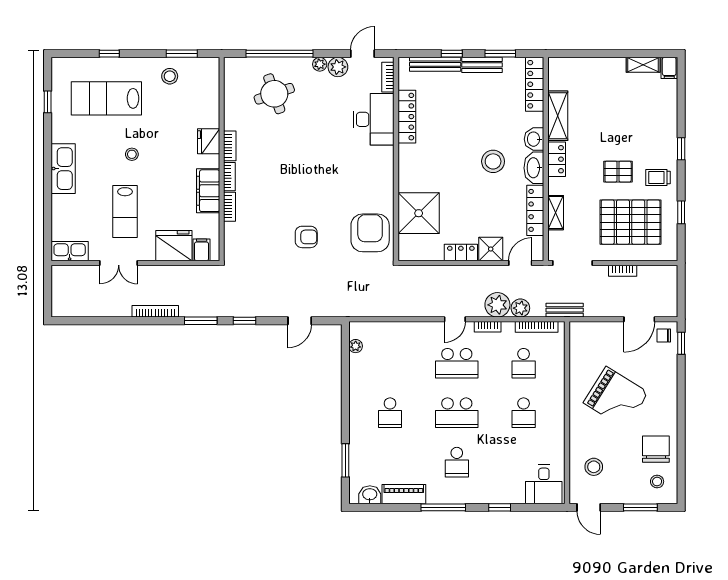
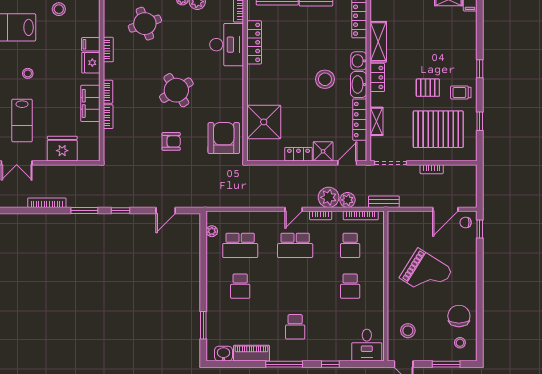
bookcase: (230, 146) -> (108, 50), moved
round table: (313, 175) -> (176, 90), added
filing cabinet: (202, 250) -> (91, 44), moved, turned -90
school desk: (457, 413) -> (240, 245), moved

